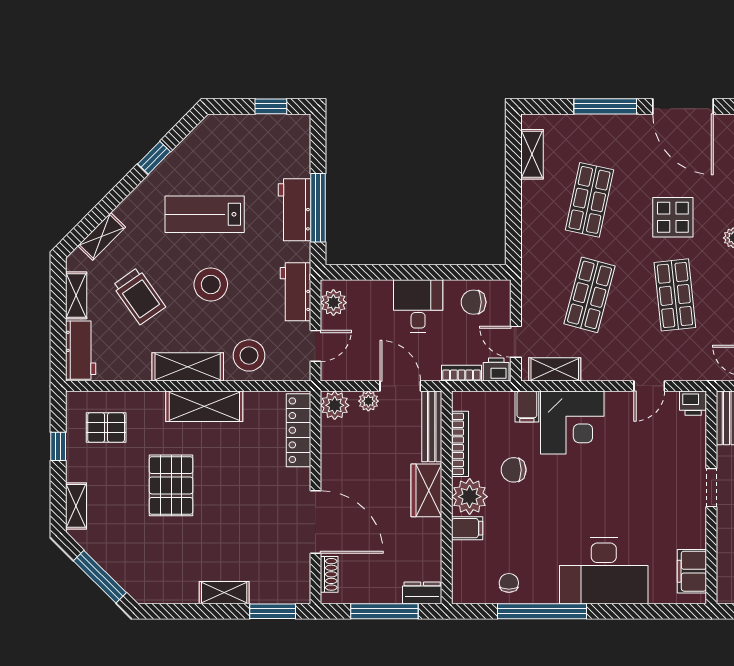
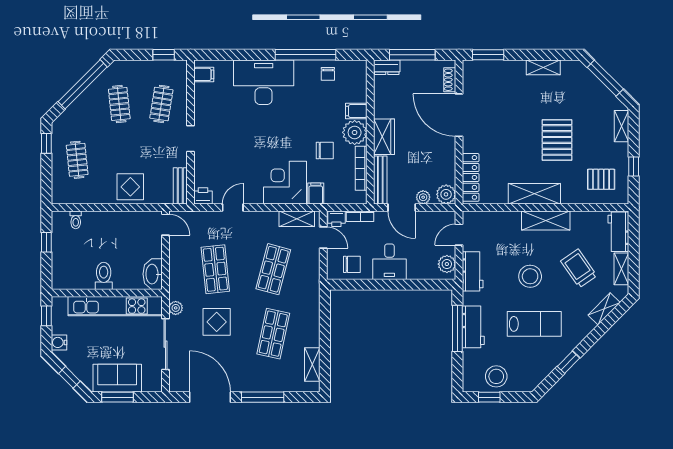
stool: (249, 355) -> (496, 376), moved
filing cabinet: (692, 571) -> (204, 74), width x0.50
shelving: (224, 593) -> (543, 67), moved

